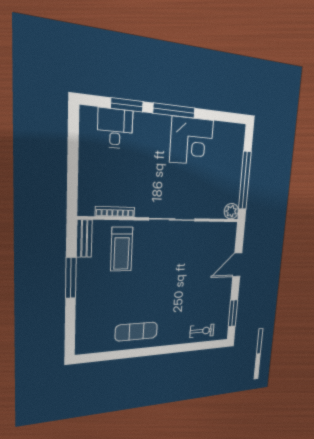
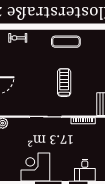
treadmill: (122, 249) -> (64, 82), moved

